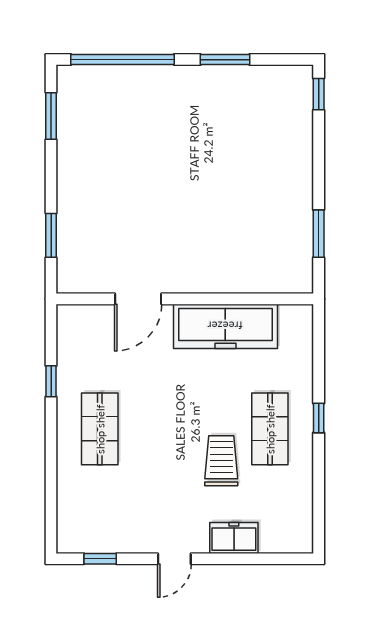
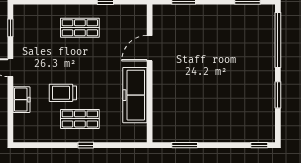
door: (138, 299) -> (150, 48), hinge flipped
trolley: (221, 461) -> (63, 93), turned 180

